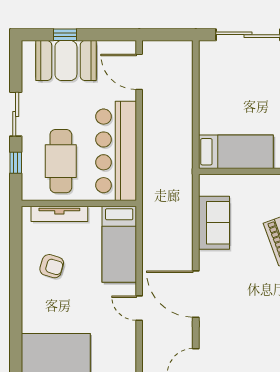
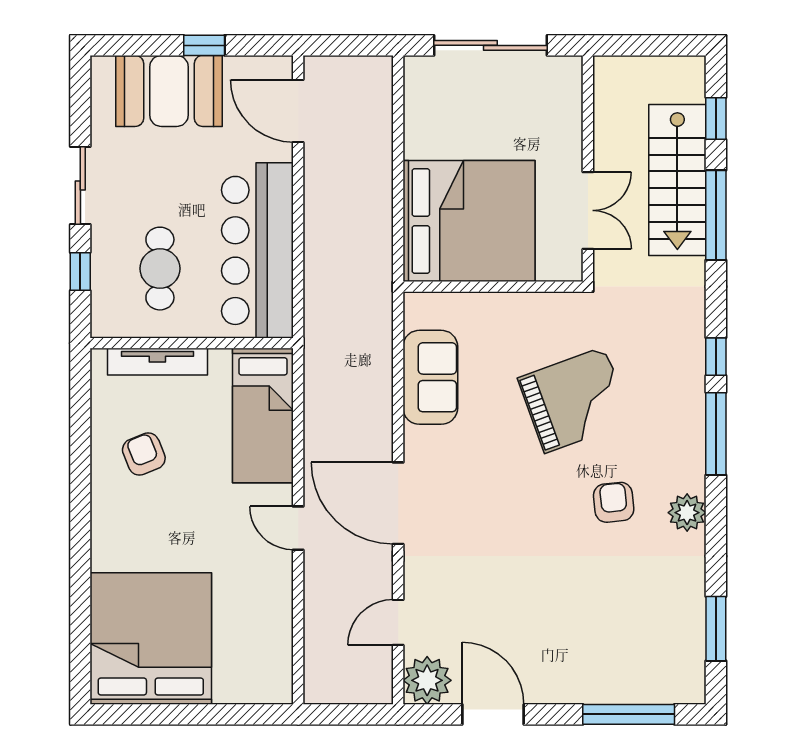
window: (65, 35) -> (204, 45), moved
bed: (236, 152) -> (469, 221), width x2.04
cafe table: (61, 161) -> (160, 269), width x0.73, depth x0.74
armchair: (52, 266) -> (144, 454), turned -129

